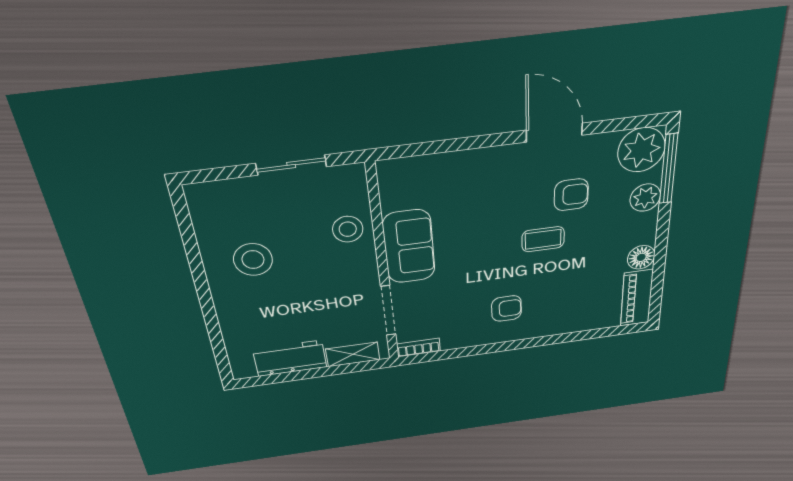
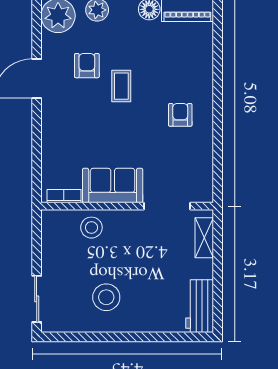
sliding door: (291, 165) -> (37, 299), moved
bookcase: (418, 348) -> (64, 196), moved, turned 90
workbench: (290, 358) -> (200, 306), moved

